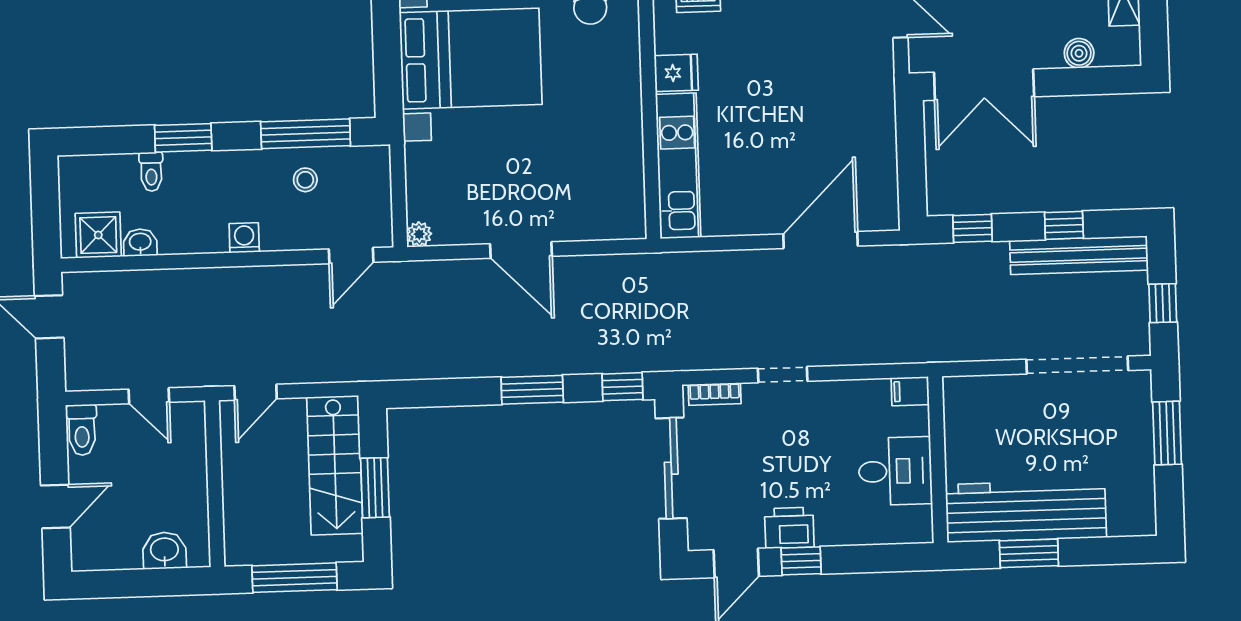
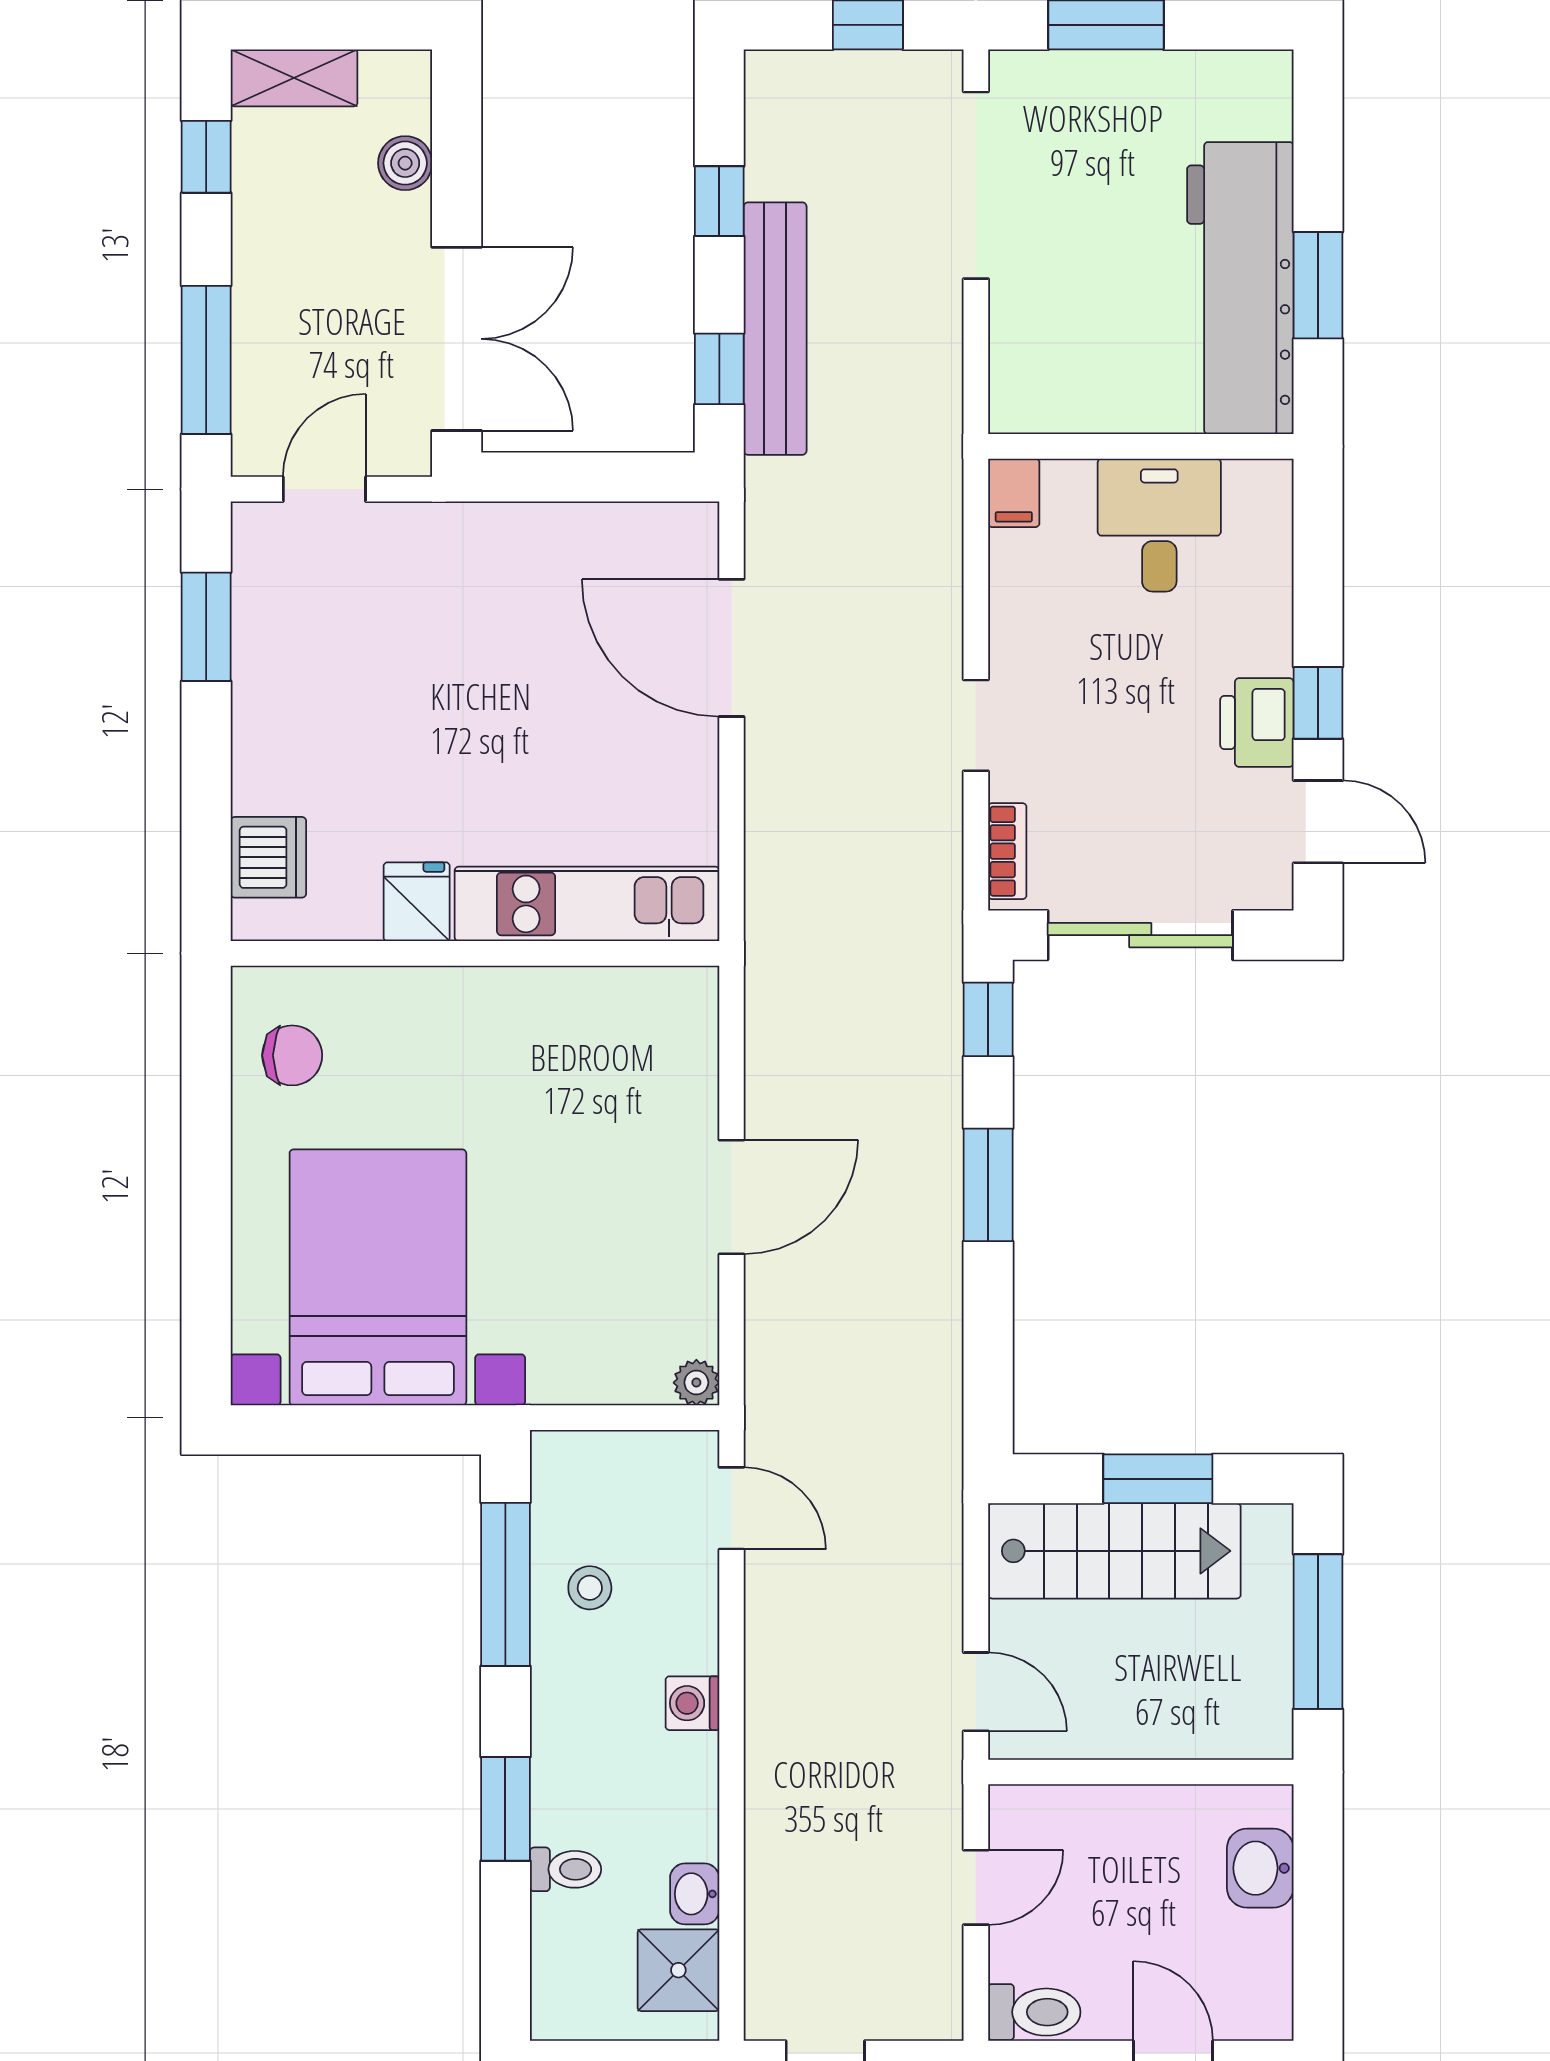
bench: (1079, 255) -> (775, 329), moved

